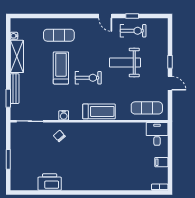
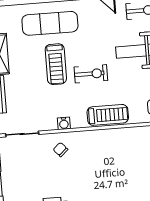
exercise mat: (59, 35) -> (50, 23), width x1.36, depth x1.45
treadmill: (61, 68) -> (56, 64), turned 180

